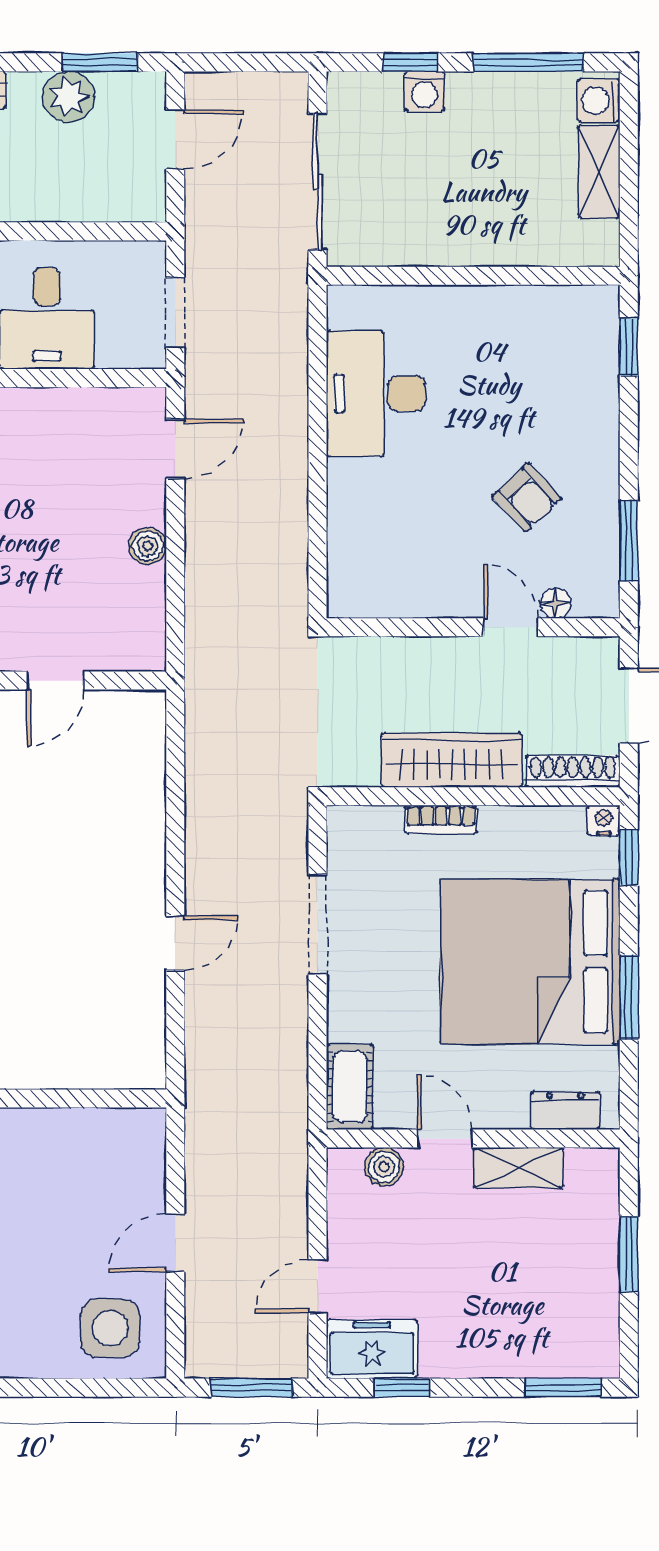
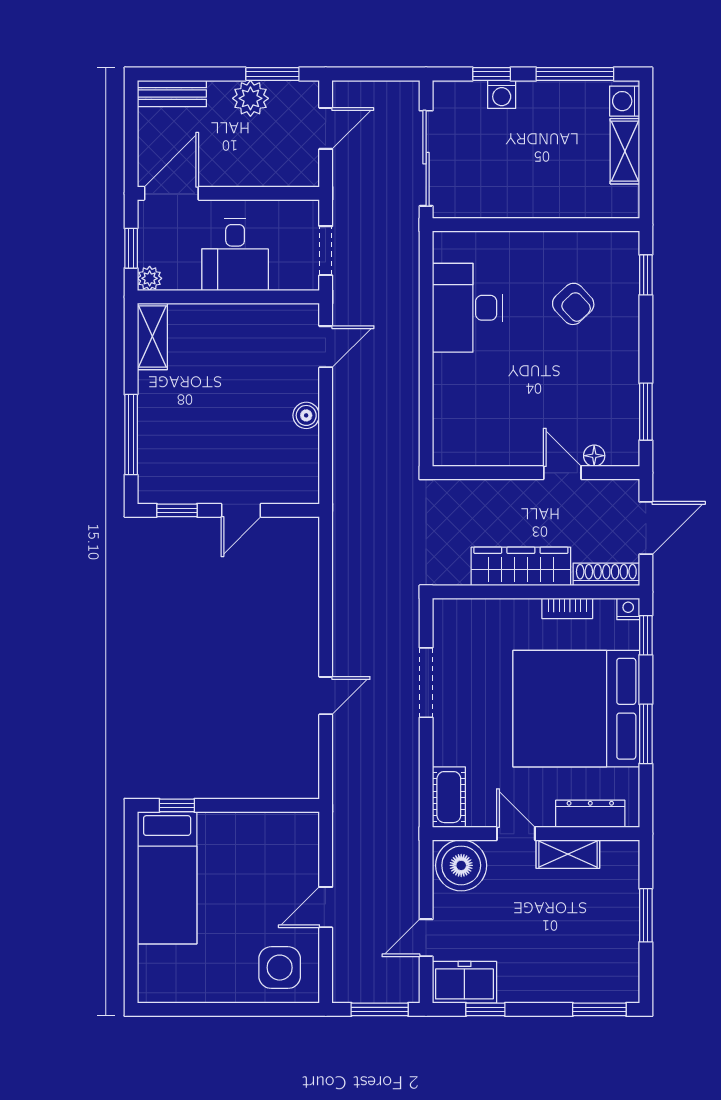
armchair: (527, 497) -> (573, 304), moved
bookcase: (441, 819) -> (567, 608), moved
dresser: (565, 1110) -> (590, 814), width x1.44
boiler: (384, 1167) -> (461, 865), width x1.86, depth x1.86

